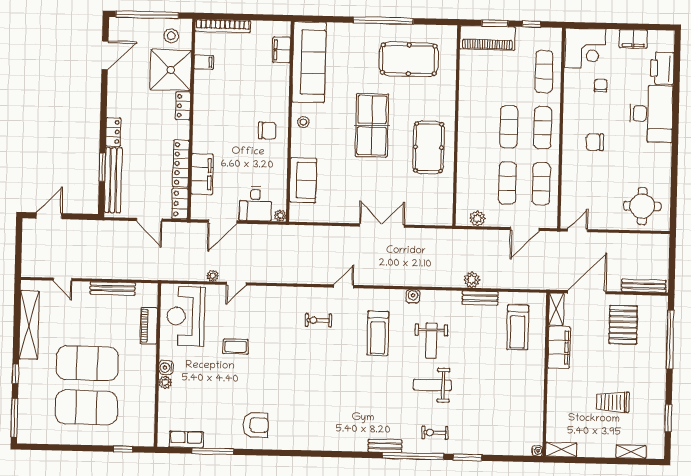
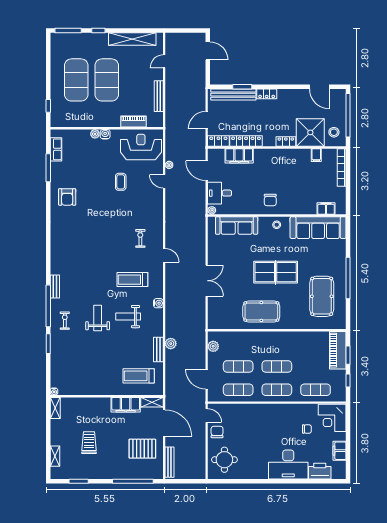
chair: (595, 142) -> (217, 432), moved
sofa: (303, 180) -> (237, 225), width x1.36

